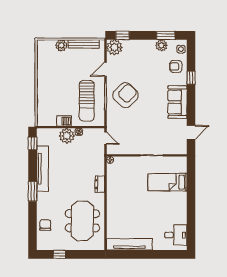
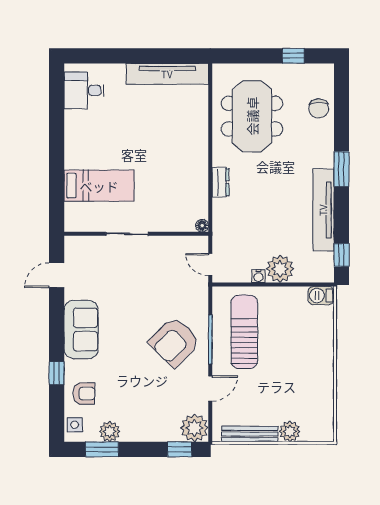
barbecue: (64, 121) -> (321, 296), moved

